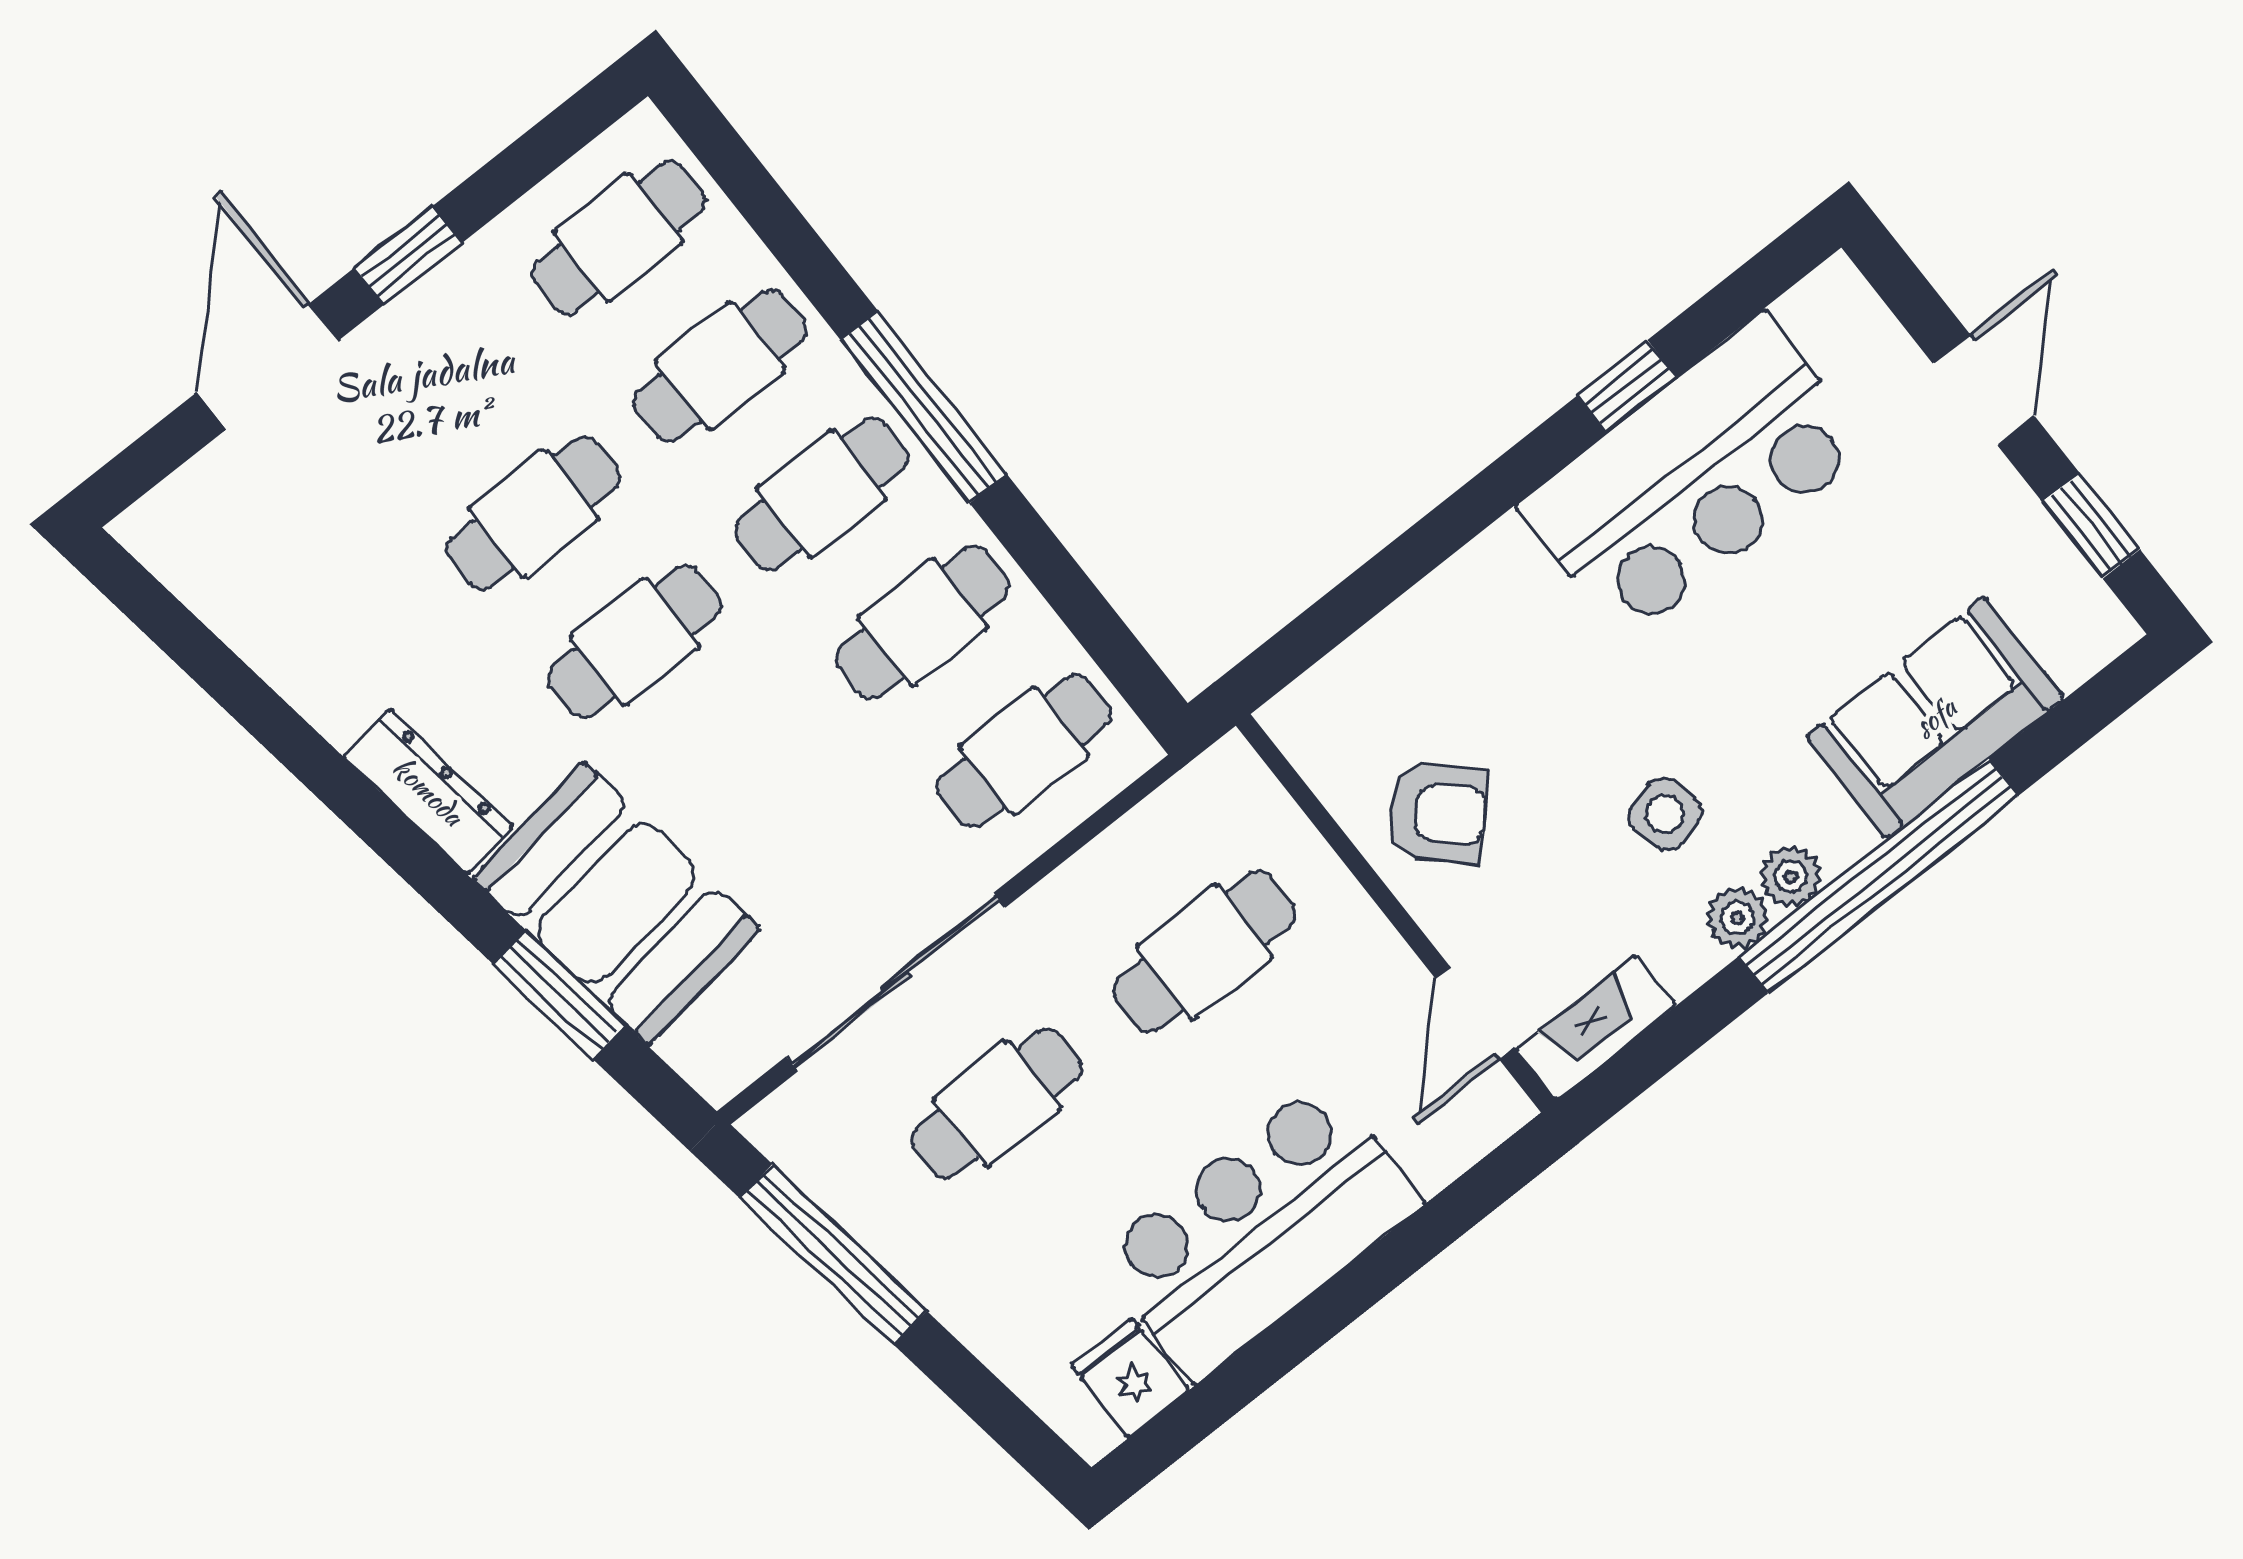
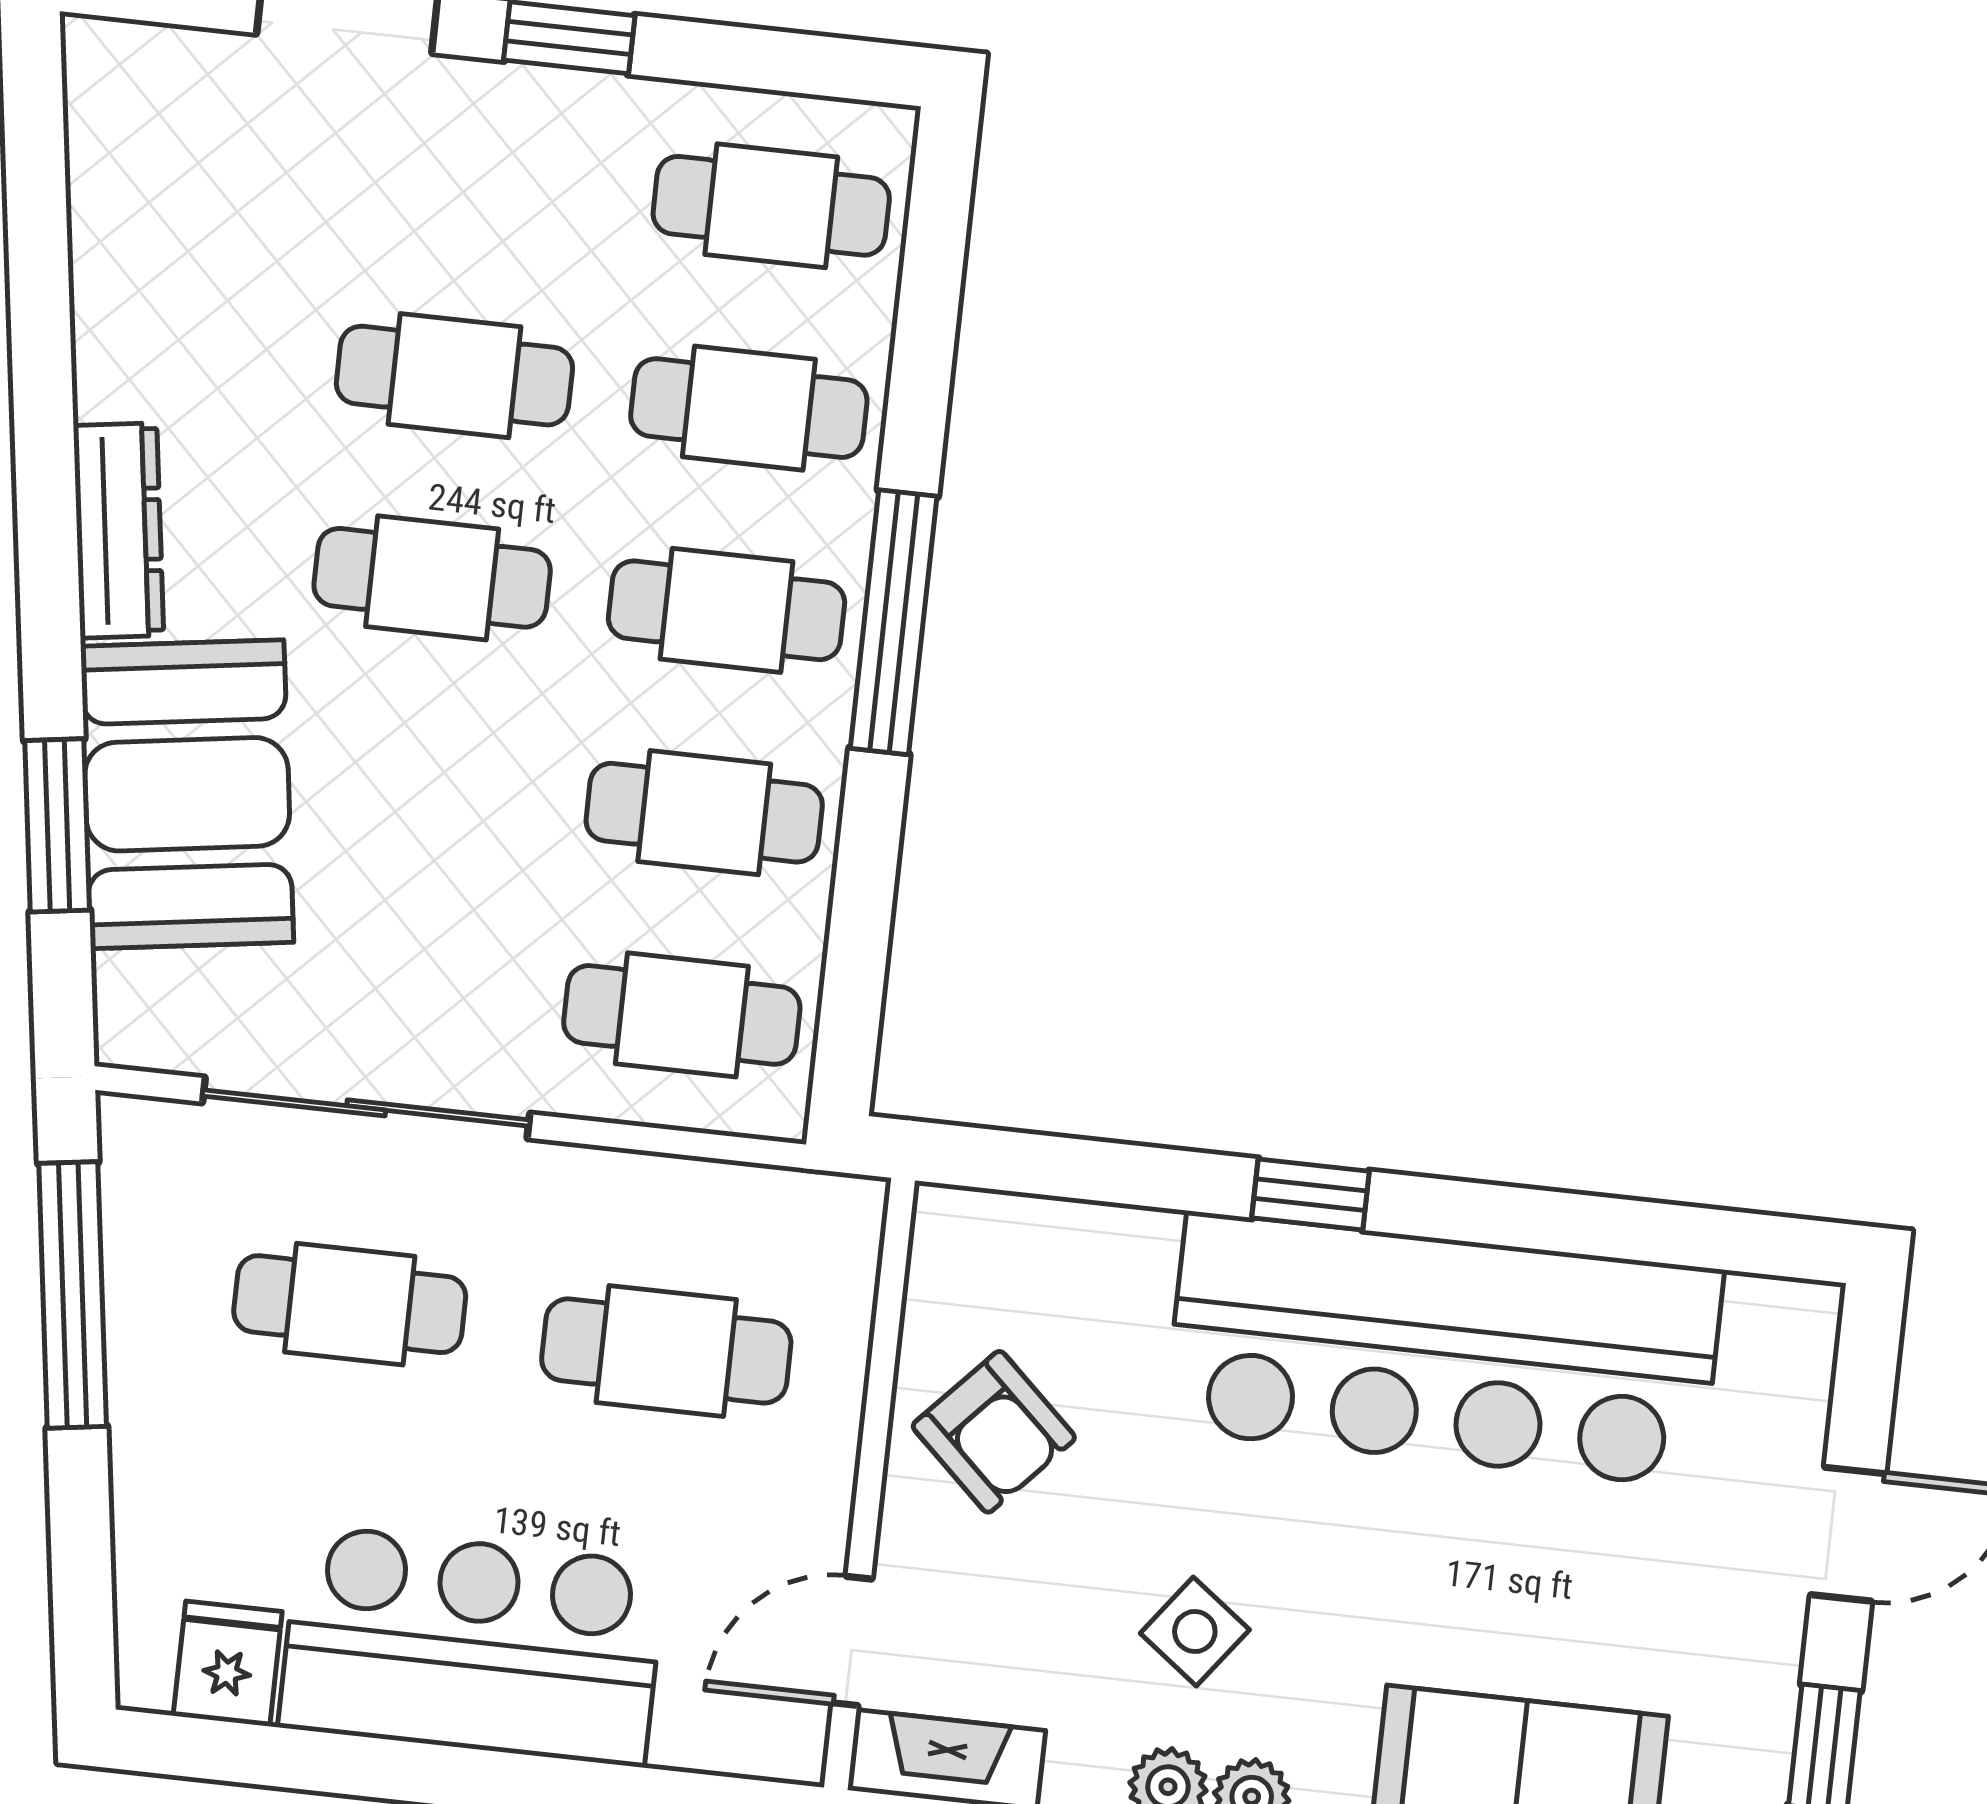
window: (1627, 387) -> (1310, 1194), moved
bar counter: (1694, 477) -> (1444, 1350), width x1.36
side table: (1665, 814) -> (1195, 1632), turned -38

